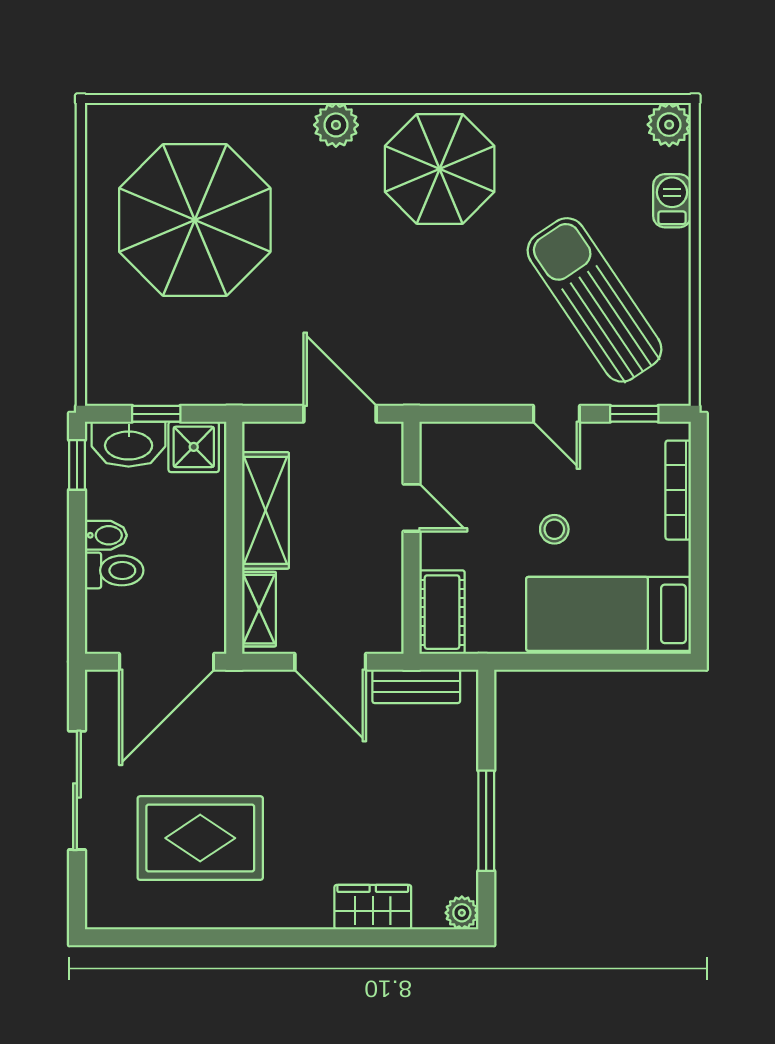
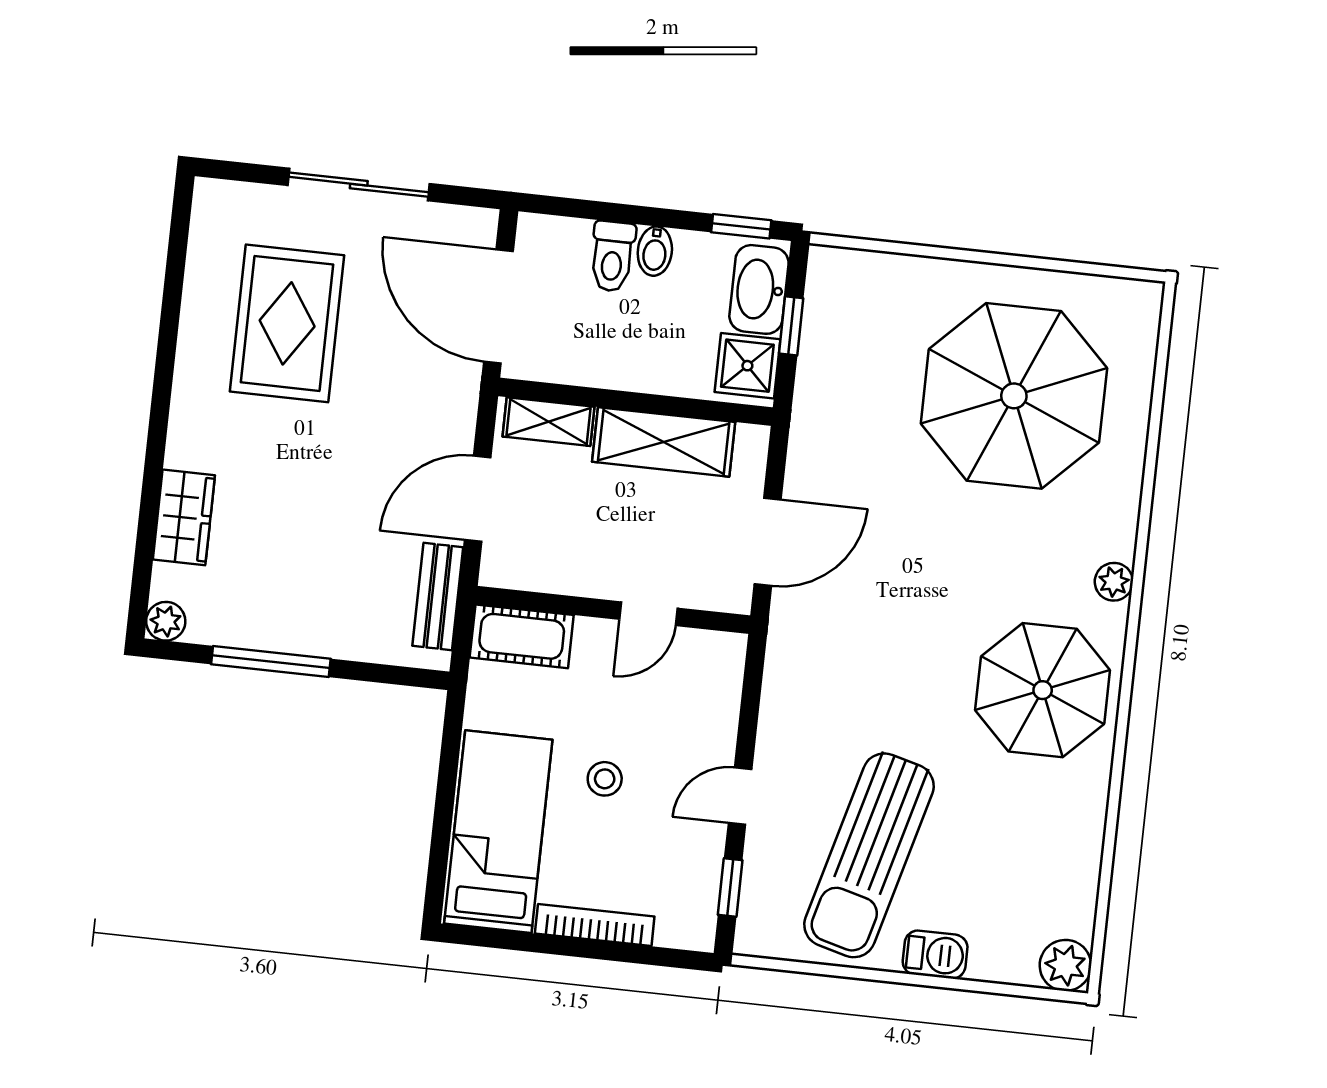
plant: (336, 125) -> (1114, 582), width x0.73, depth x0.73
barbecue: (672, 201) -> (935, 955), moved
sun lounger: (595, 300) -> (869, 855), turned 139
bookcase: (678, 490) -> (595, 925), moved

